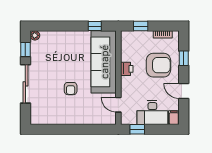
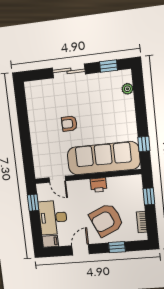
plant: (35, 35) -> (127, 89), moved
armchair: (158, 65) -> (106, 220), turned 66
sliding door: (25, 84) -> (69, 71), width x0.73
door: (118, 105) -> (57, 179), swing flipped

